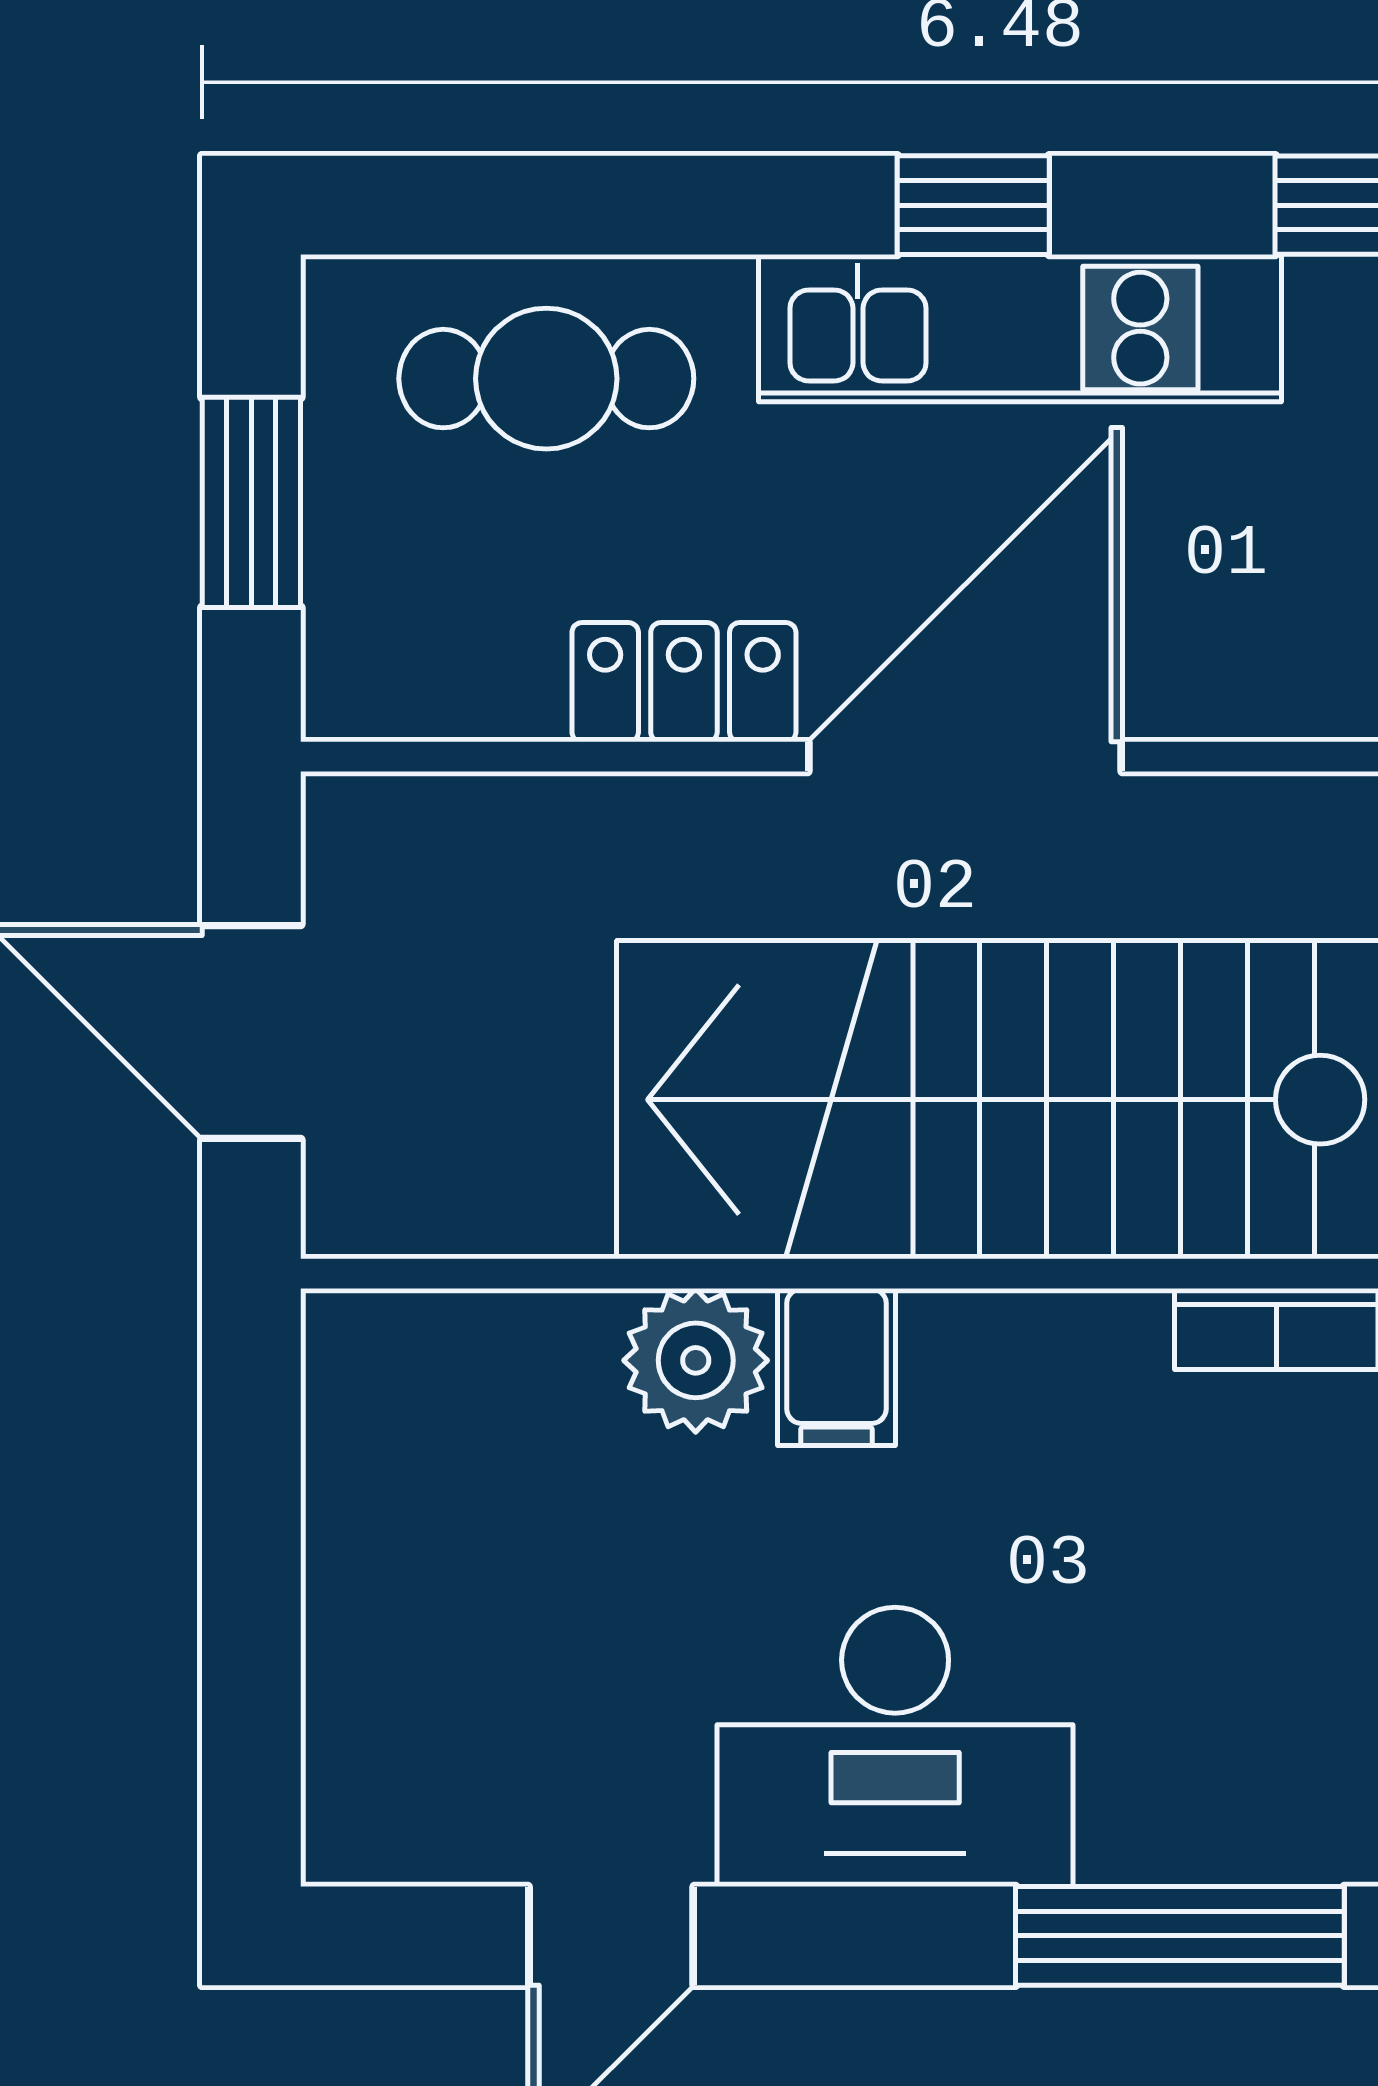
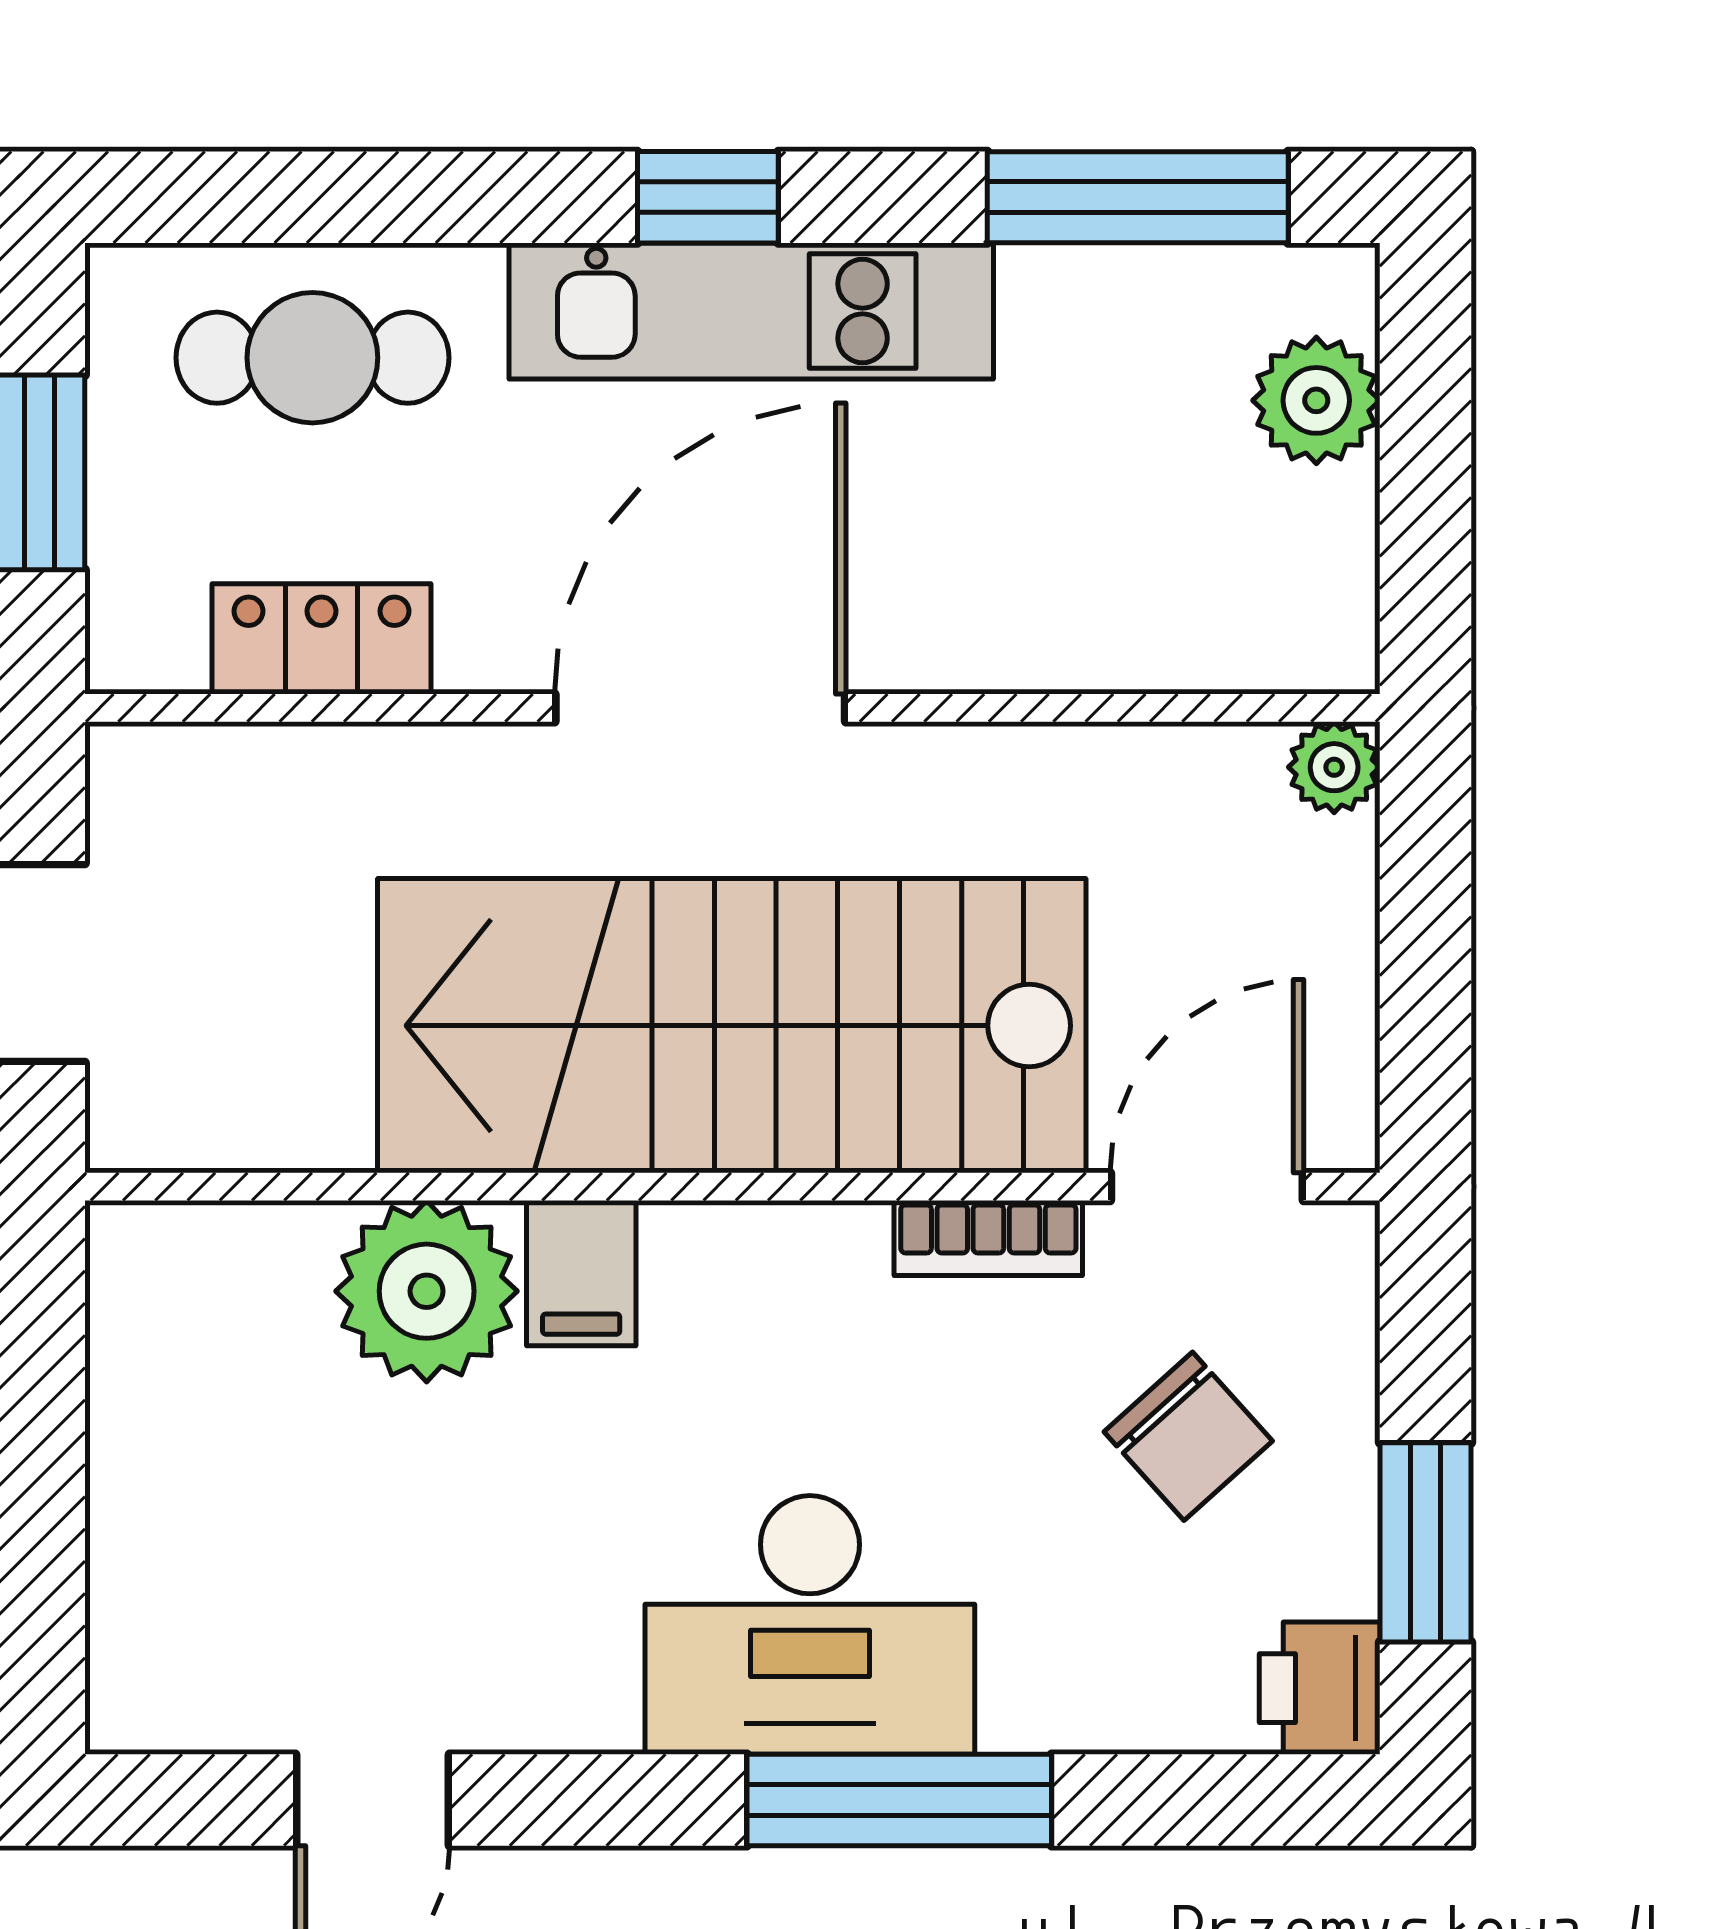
locker: (684, 682) -> (321, 639), moved
plant: (696, 1360) -> (427, 1291), width x1.36, depth x1.36
desk: (895, 1747) -> (810, 1625), moved

